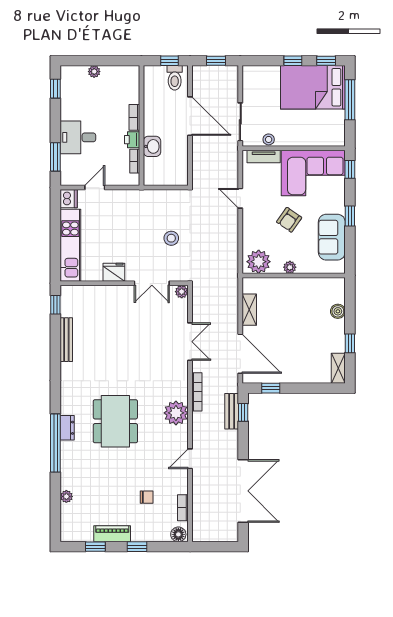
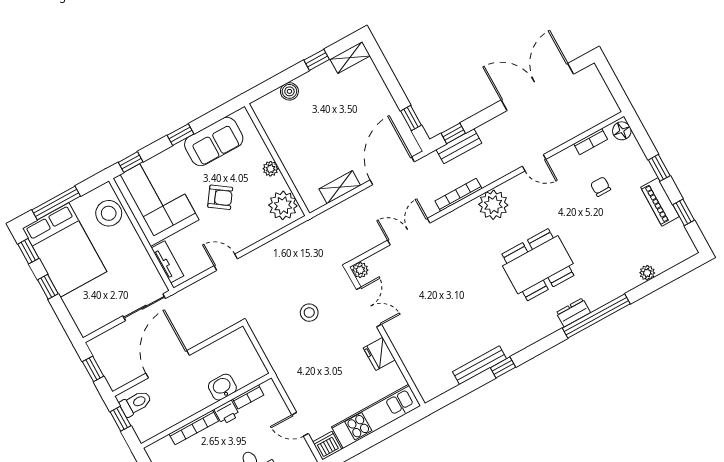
bookcase: (134, 117) -> (194, 427), width x1.56
stool: (269, 139) -> (109, 213), moved, width x1.89, depth x1.89
door: (240, 198) -> (226, 262), swing flipped
window: (55, 305) -> (503, 367), moved

